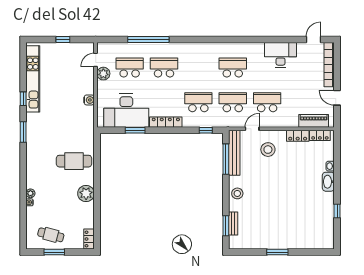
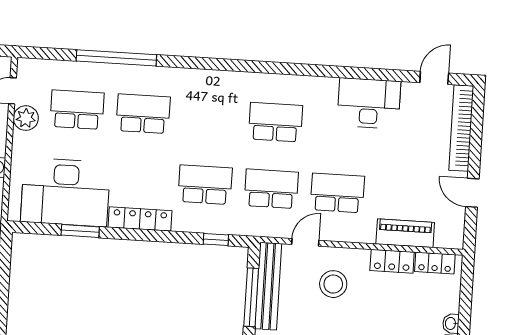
piano: (314, 121) -> (405, 233), moved

